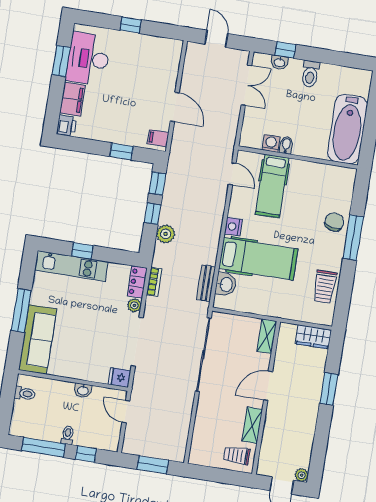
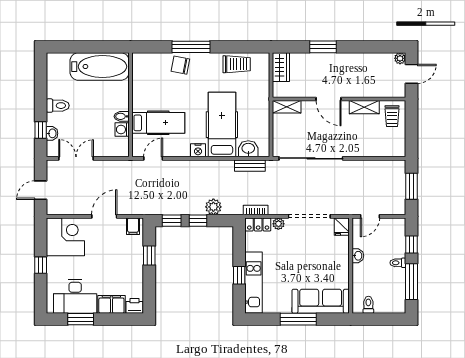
corner desk: (158, 59) -> (65, 237), added

